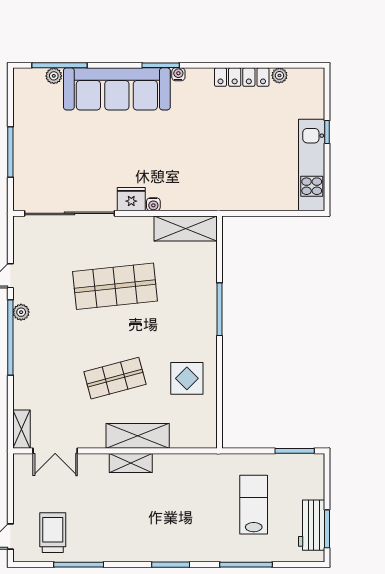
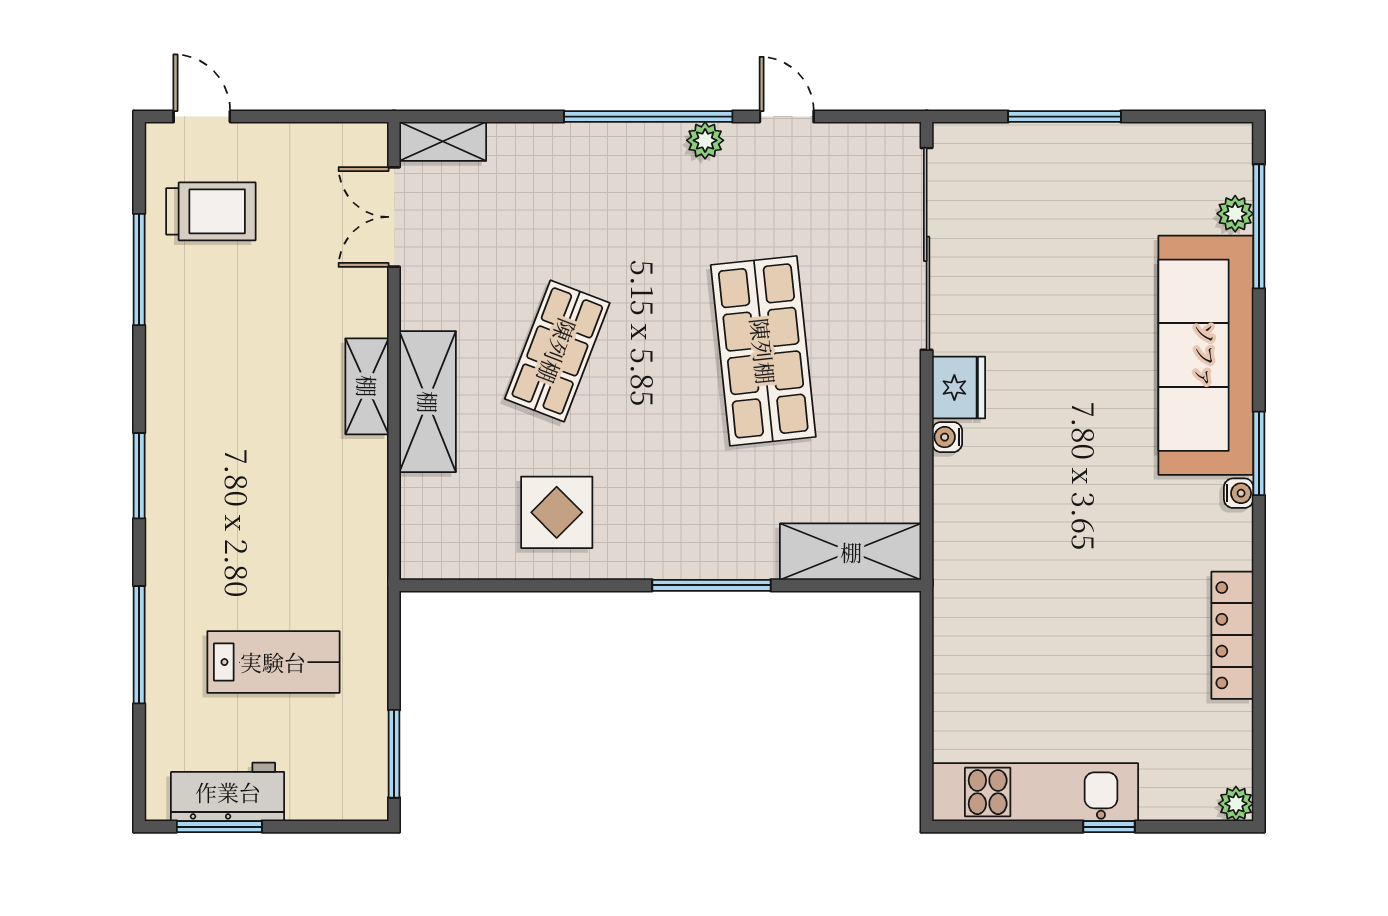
plant: (279, 75) -> (1236, 804), moved
shelving: (186, 228) -> (851, 552), moved, turned 90
shop shelf: (115, 378) -> (557, 351), turned 36

